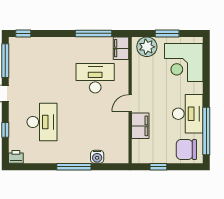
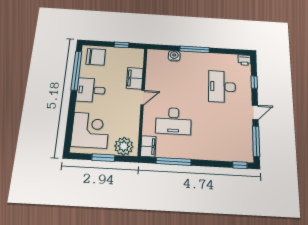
desk: (188, 114) -> (91, 90), width x0.73

